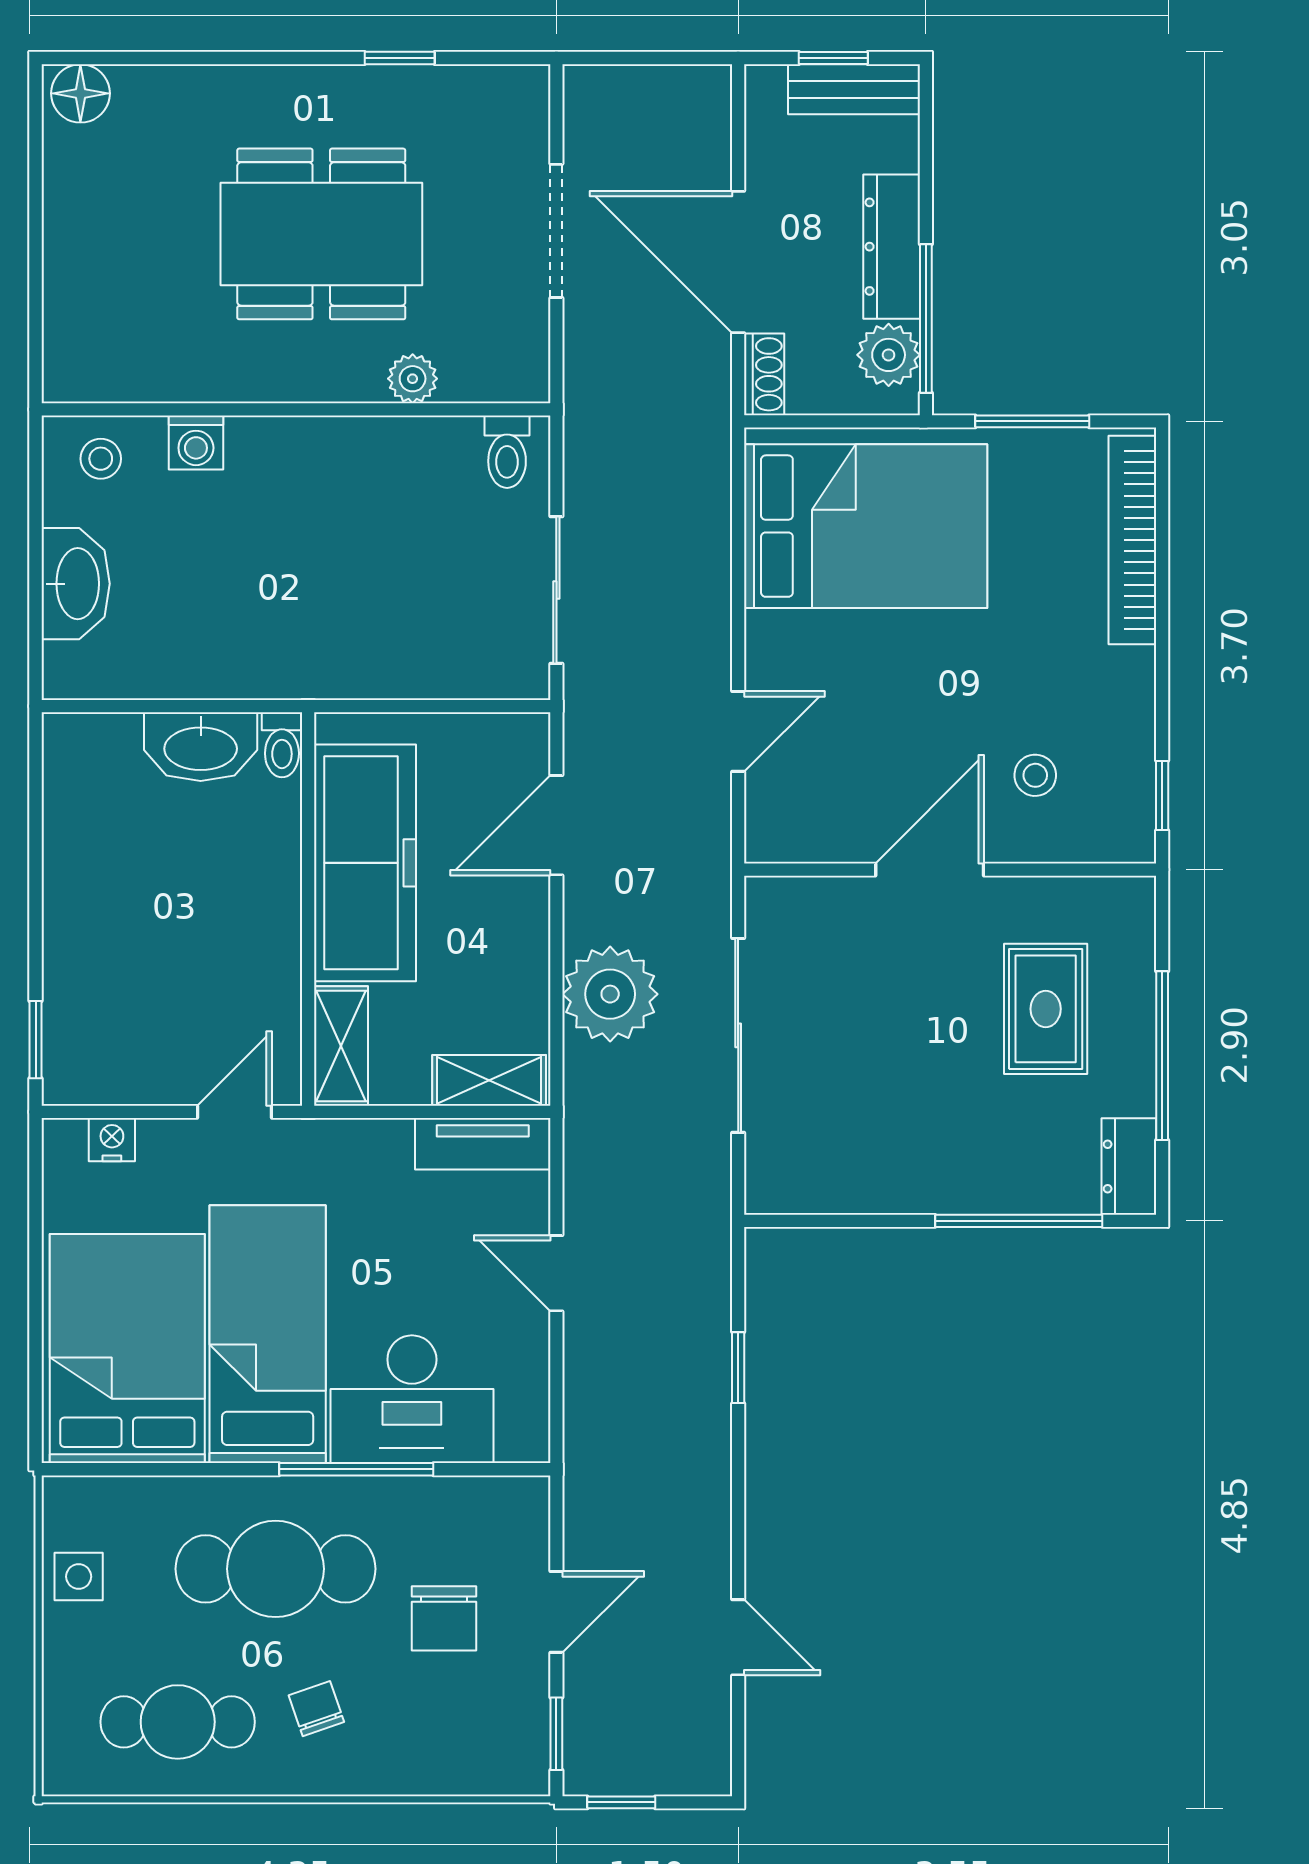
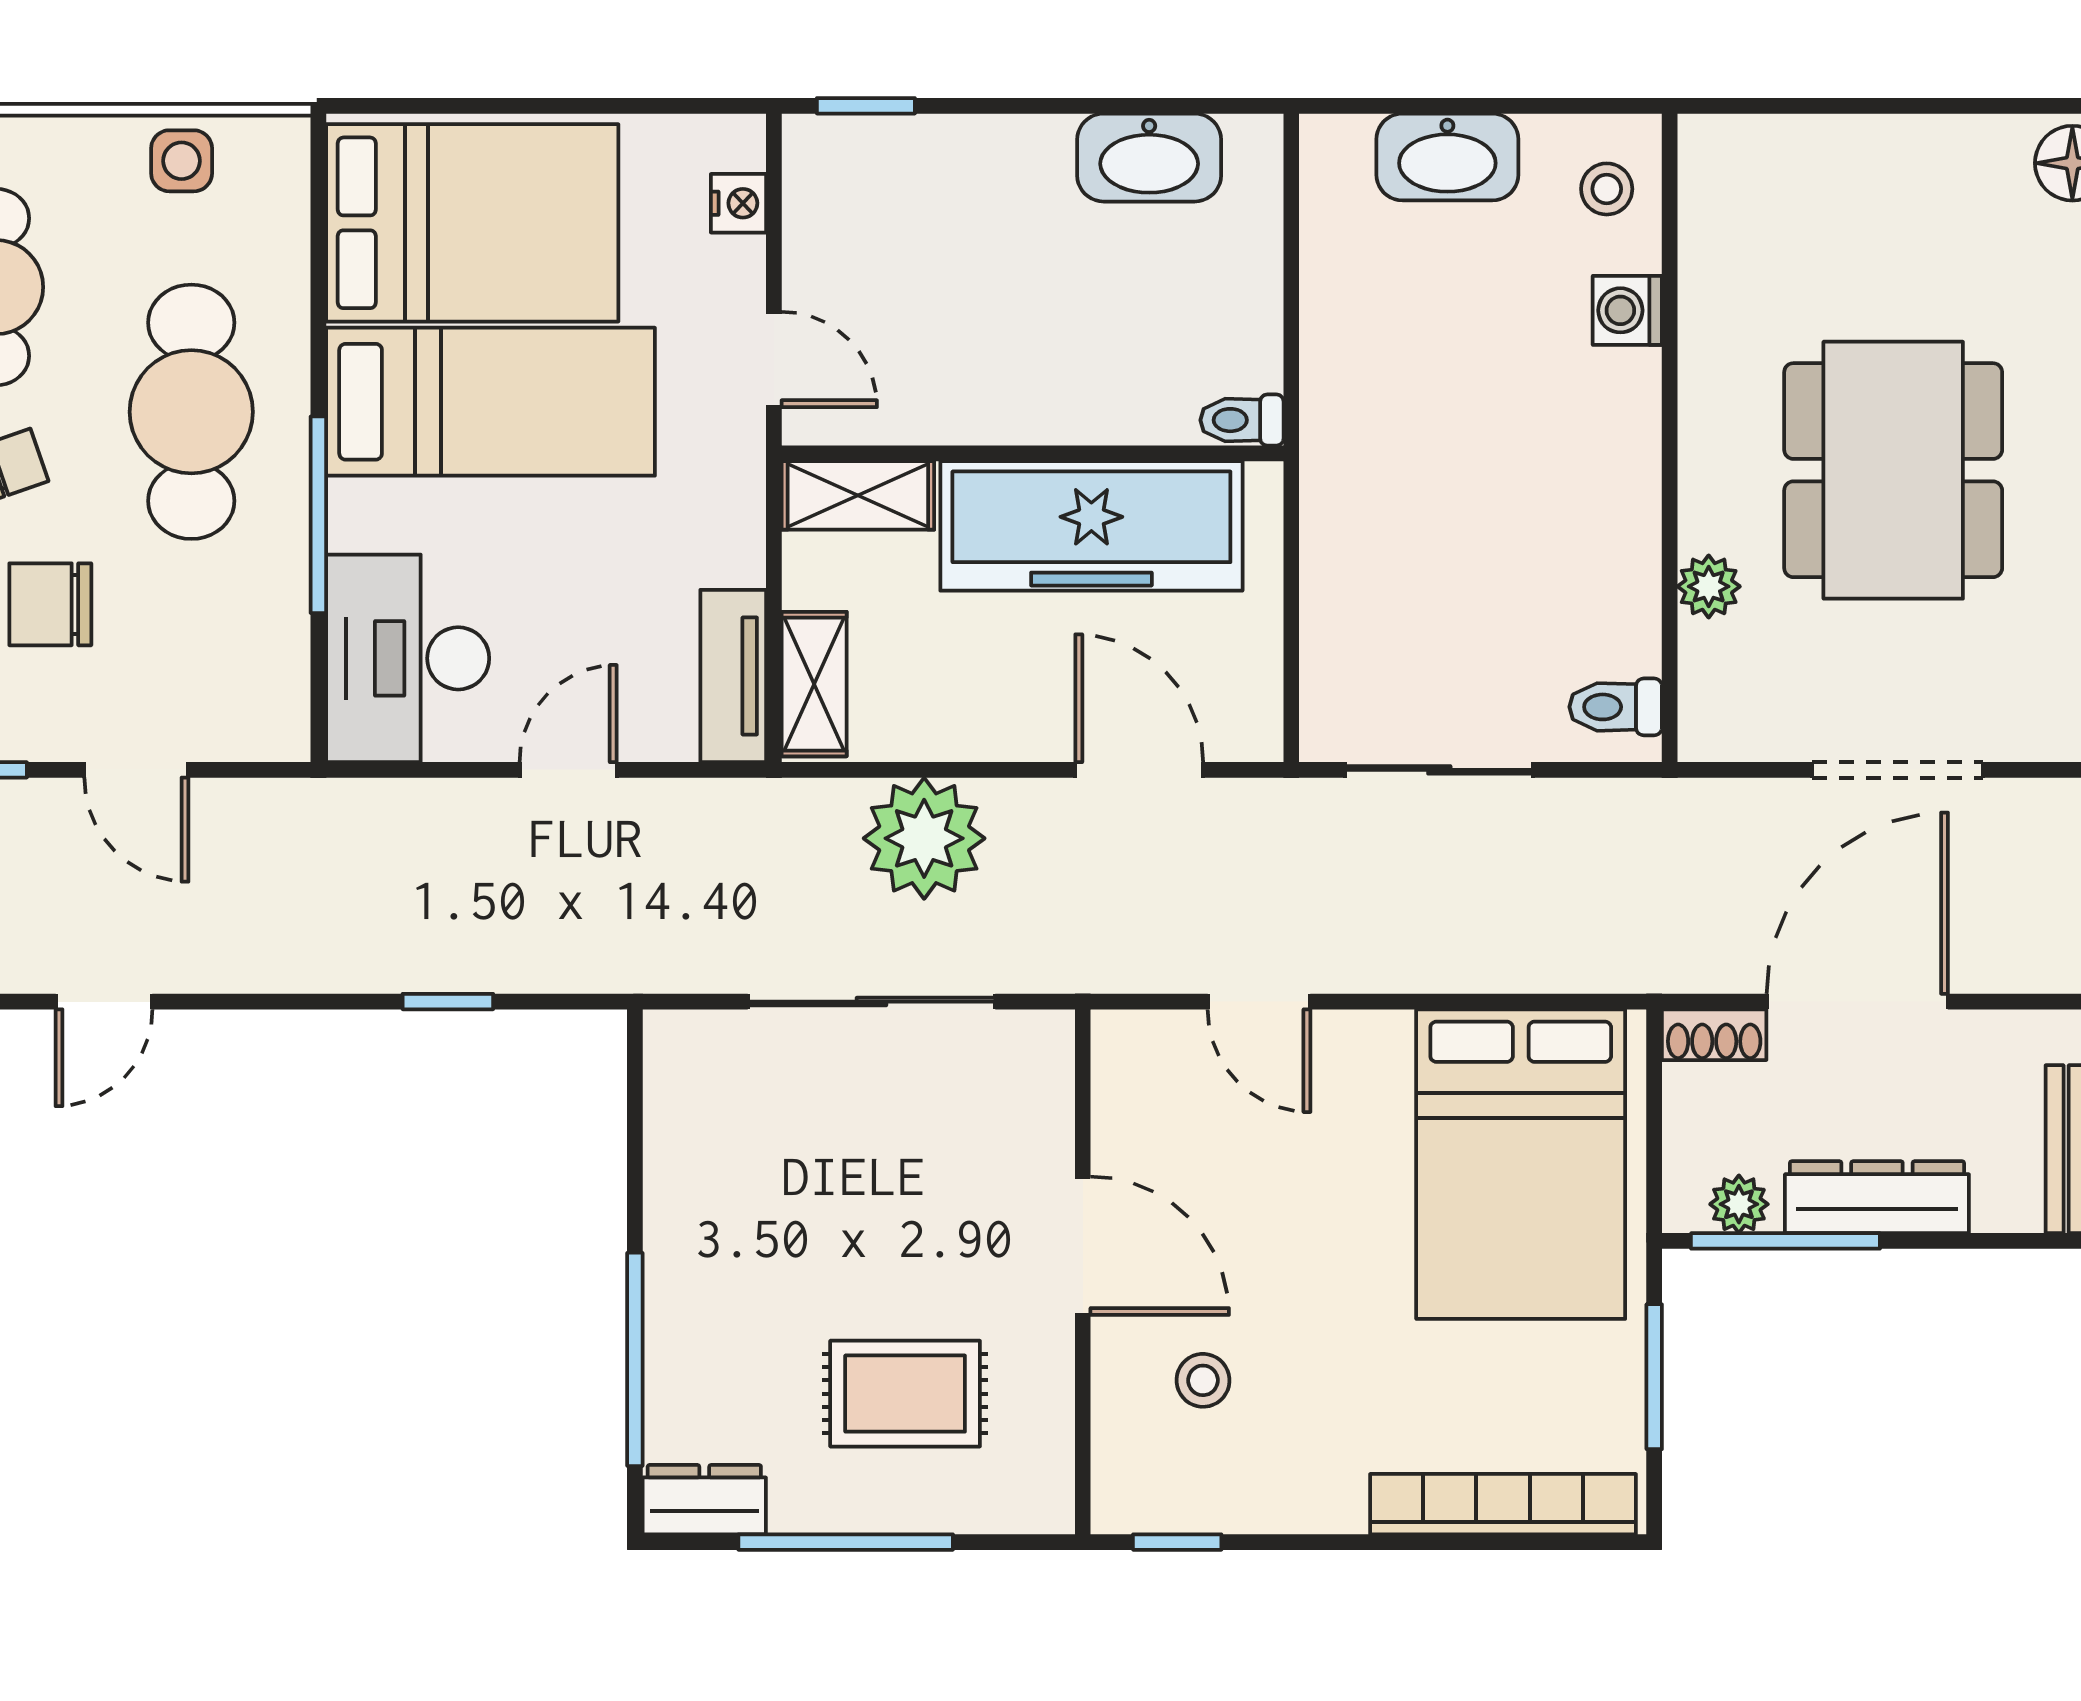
plant: (889, 355) -> (1739, 1204), width x0.73, depth x0.73
washbasin: (201, 747) -> (1149, 158), moved, turned -90
desk: (412, 1399) -> (408, 658), moved
chair: (444, 1618) -> (50, 604), moved

